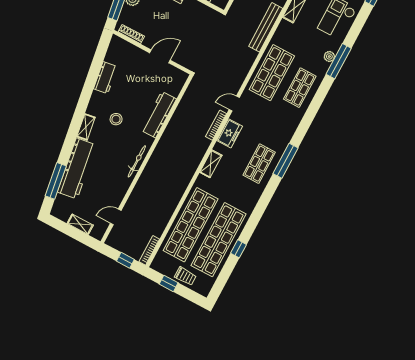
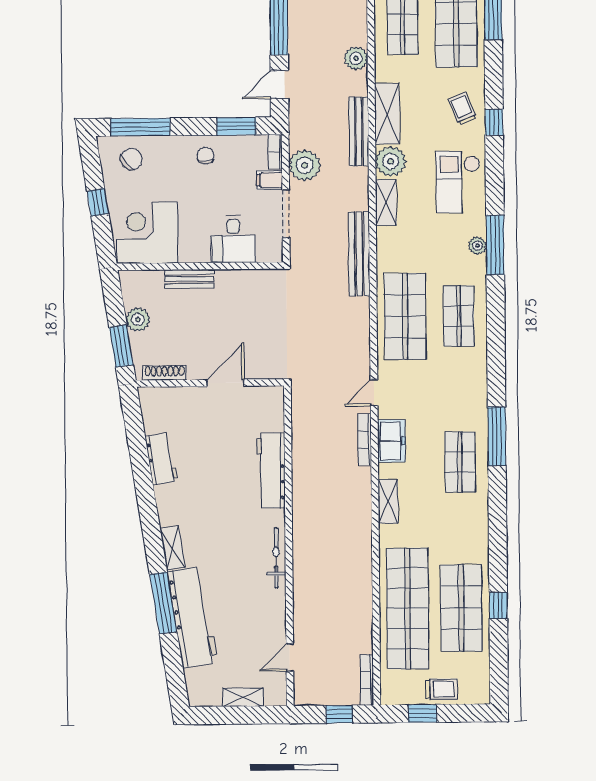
stool: (116, 119) -> (211, 512), removed
window: (56, 181) -> (163, 603), moved
shop shelf: (219, 240) -> (461, 608), width x0.71

